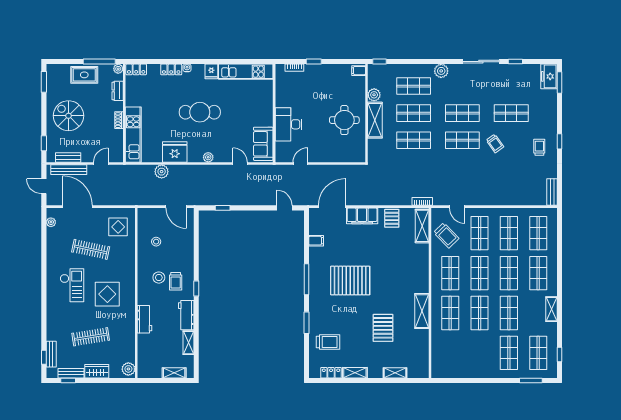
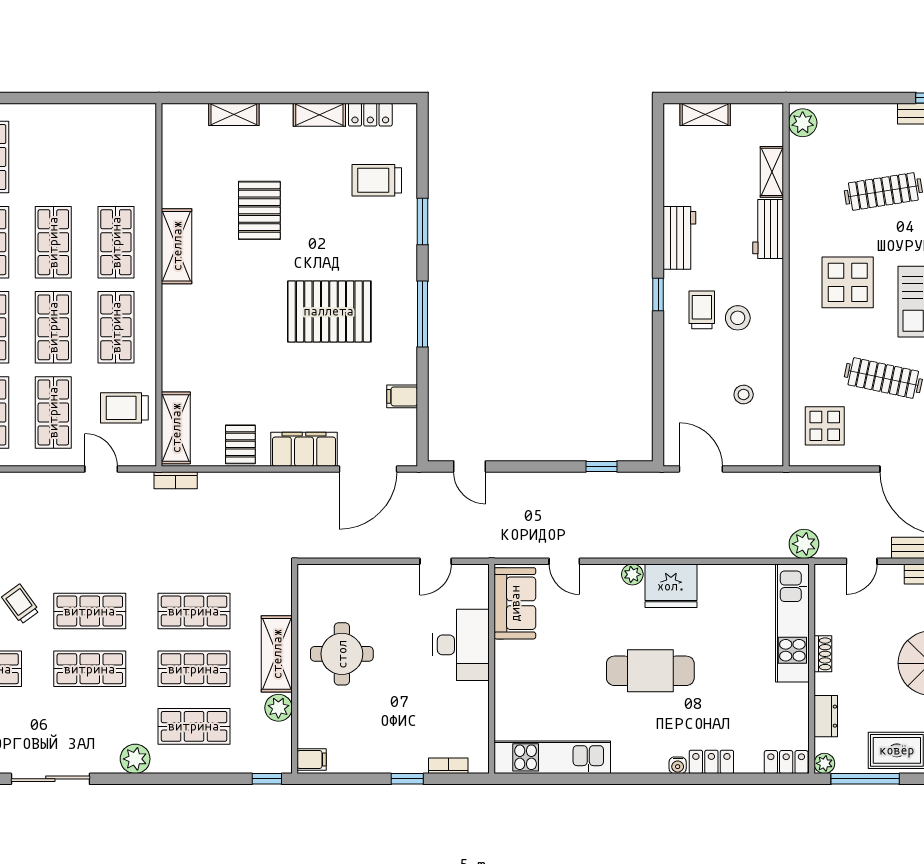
fridge: (211, 71) -> (626, 758), removed
fridge: (175, 152) -> (671, 586), moved
plant: (162, 172) -> (804, 544), moved
trolley: (446, 235) -> (124, 408), turned -46
shelving: (188, 343) -> (772, 172), moved
wardrobe: (97, 371) -> (870, 118), removed

